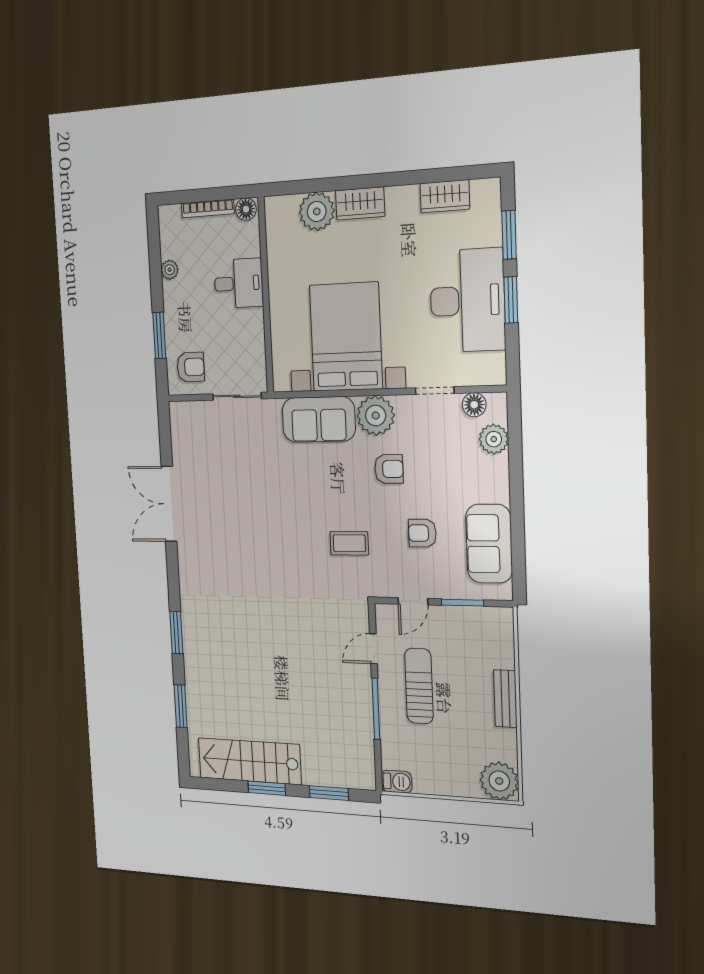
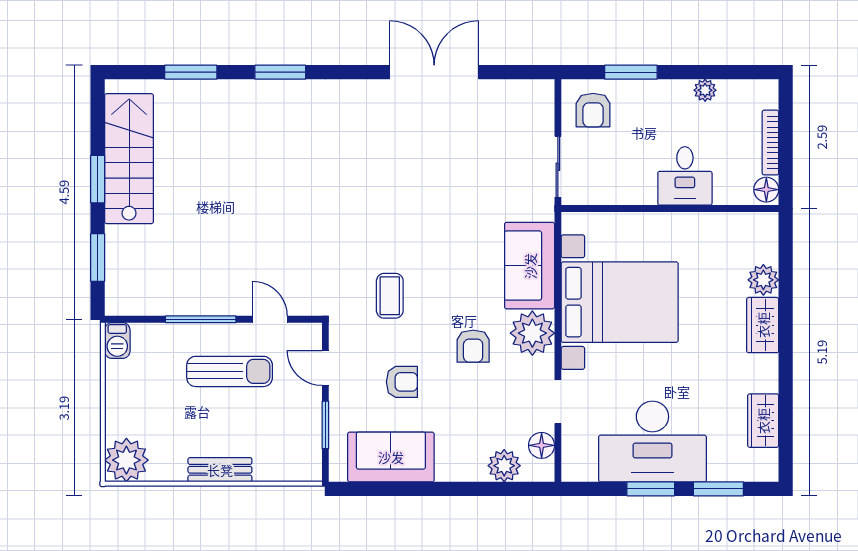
plant: (317, 211) -> (763, 280), width x0.73, depth x0.73
armchair: (422, 533) -> (402, 382), turned 90

